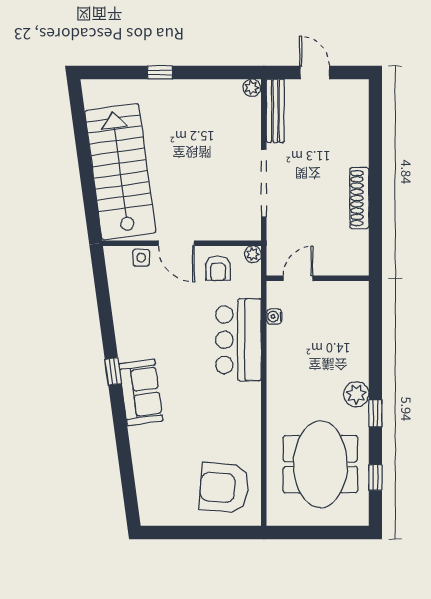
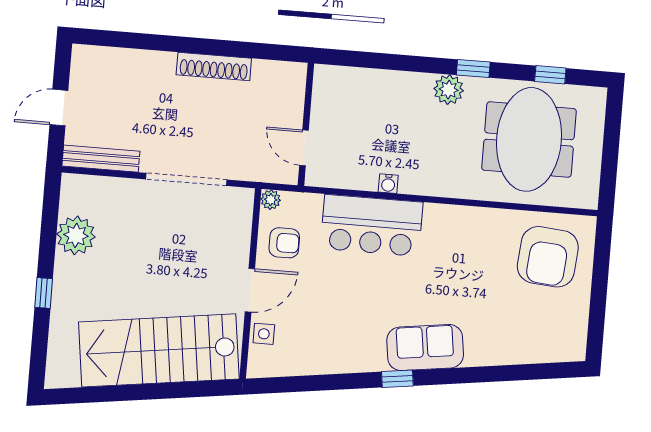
plant: (252, 88) -> (76, 235), moved, width x1.88, depth x1.88
water cooler: (274, 317) -> (388, 184), moved
meeting table: (320, 464) -> (529, 139), turned 90

